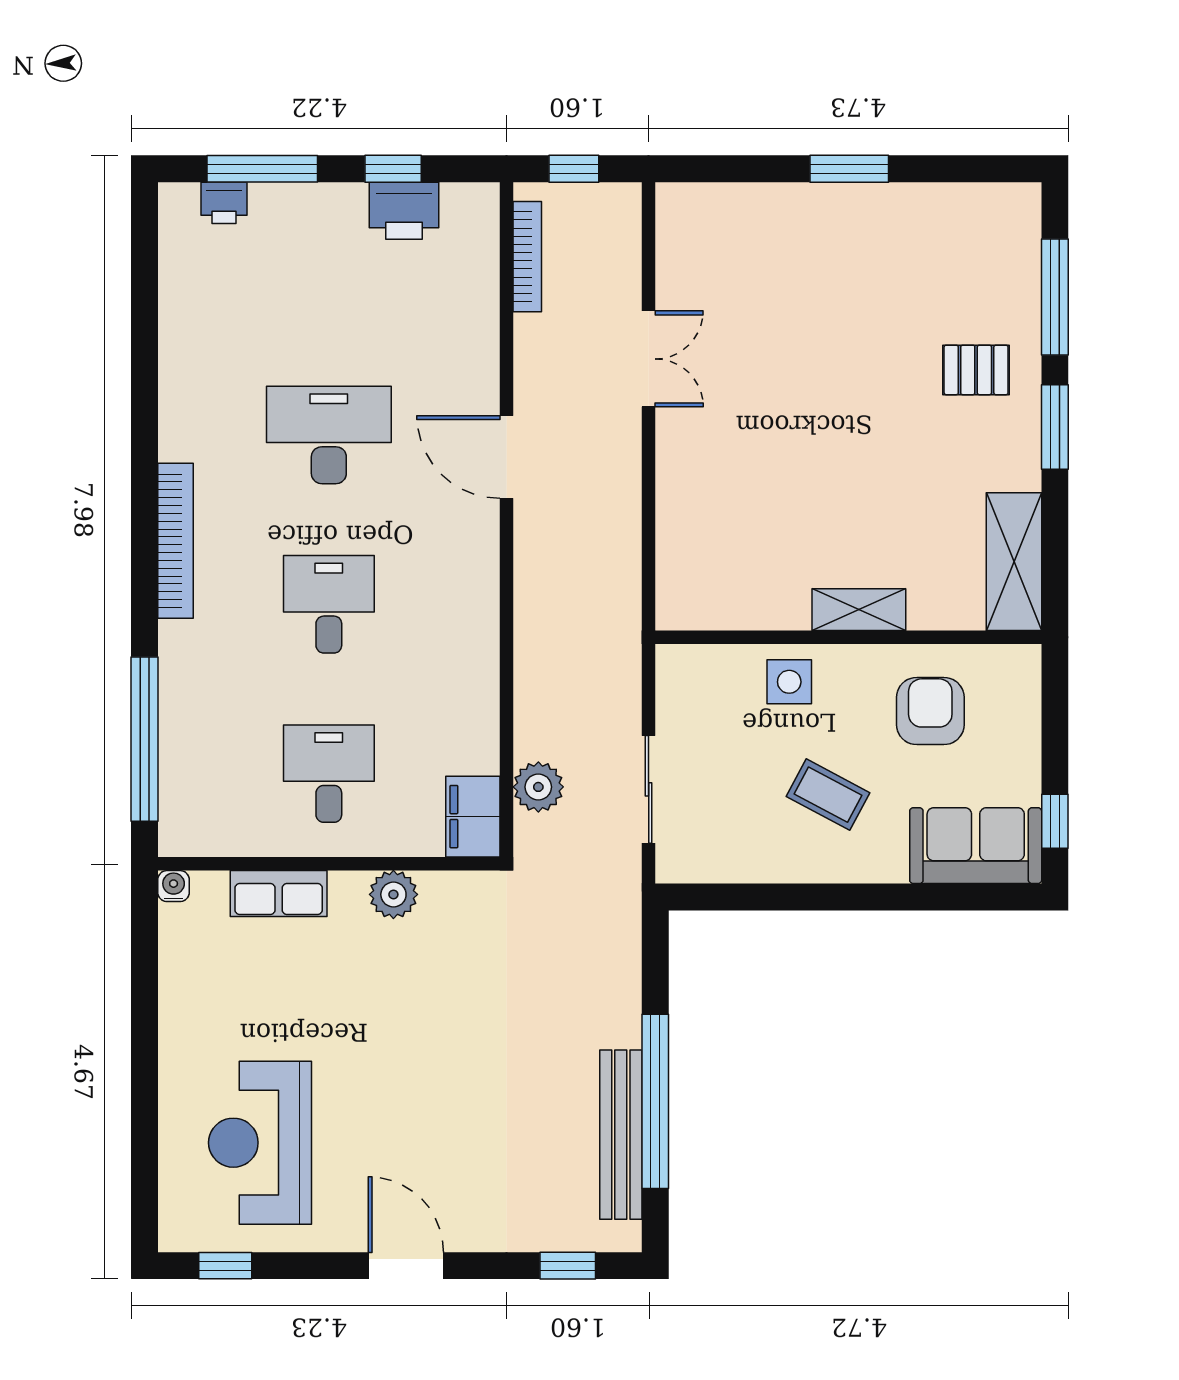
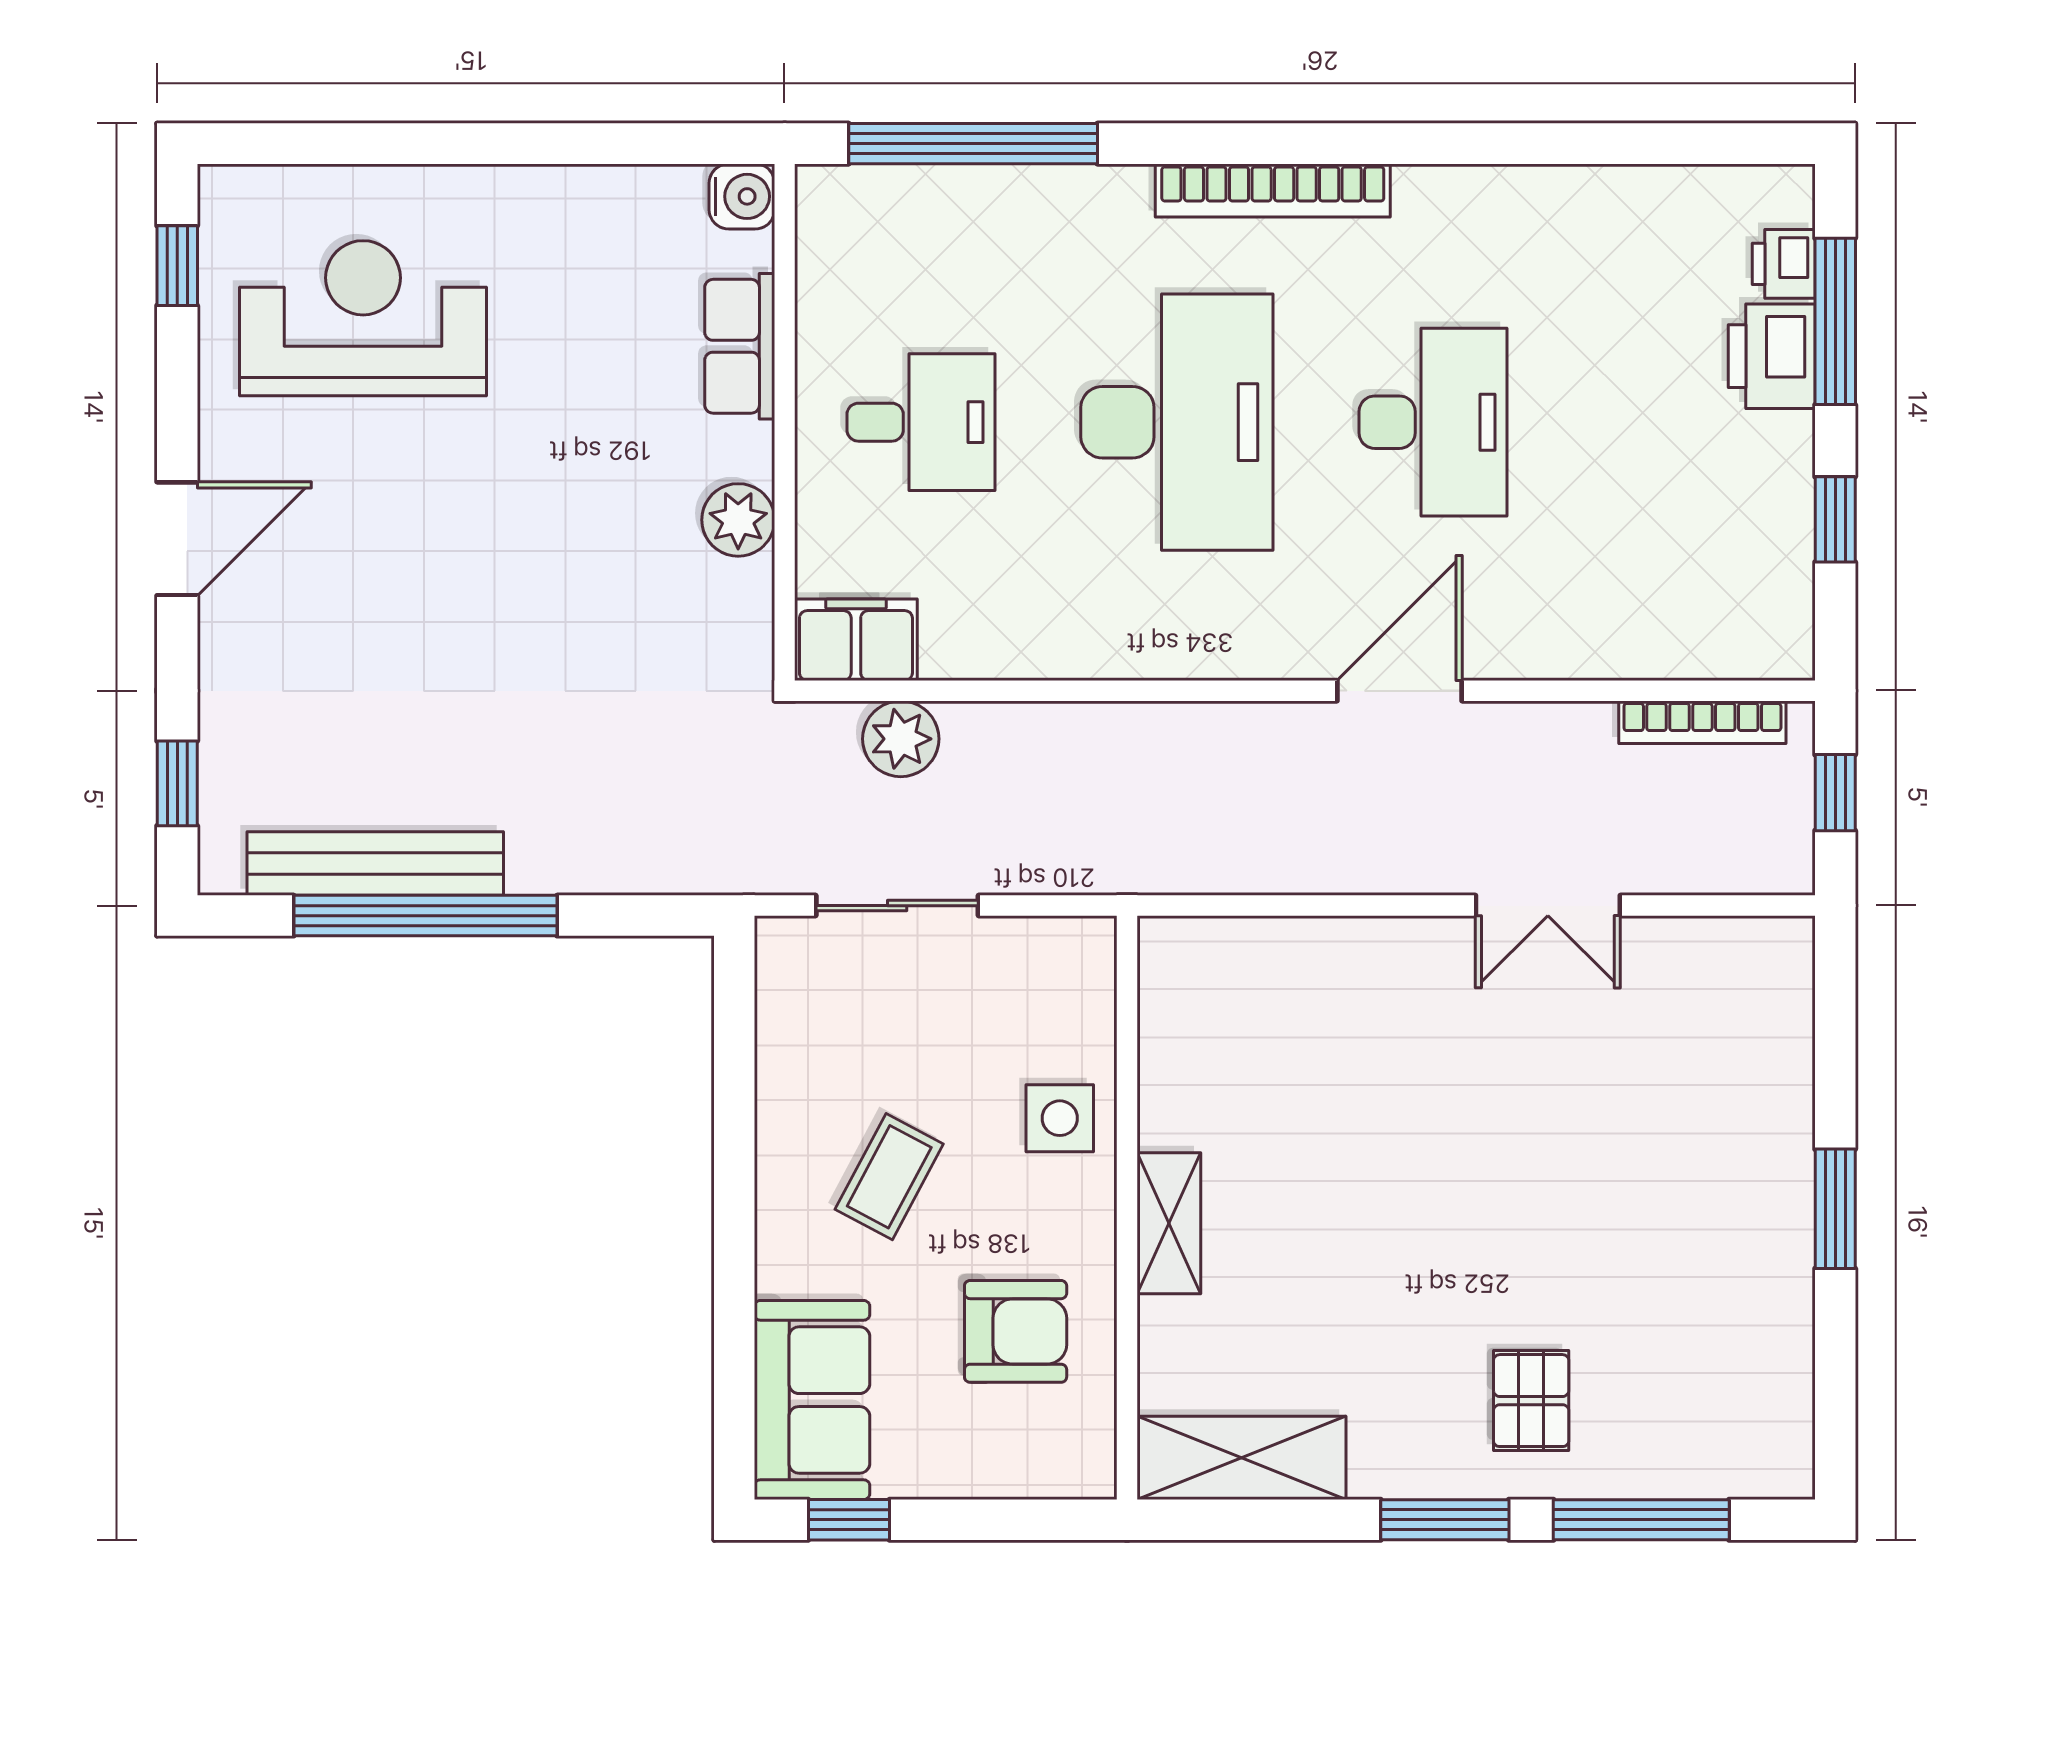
printer: (404, 211) -> (1772, 356), moved
desk: (329, 604) -> (1177, 422), width x1.87, depth x1.30
water cooler: (174, 886) -> (742, 196), width x1.38, depth x1.38

